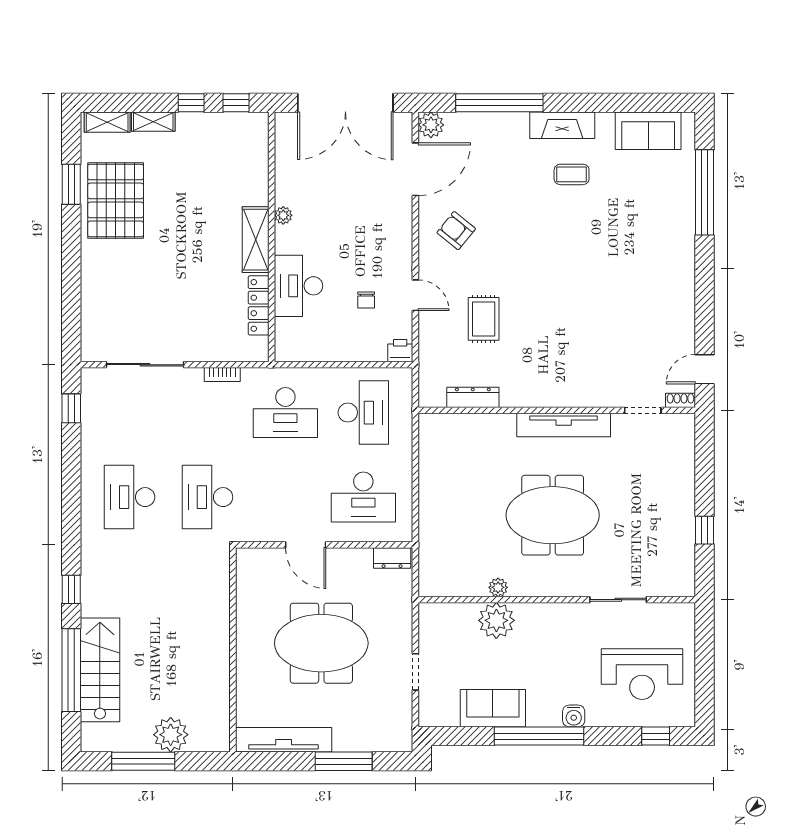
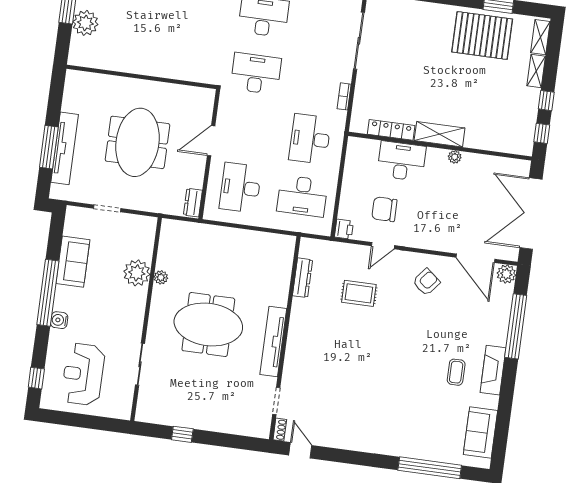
chair: (366, 300) -> (384, 209), width x1.87, depth x1.87
meeting table: (553, 515) -> (208, 324), turned 90
tv unit: (284, 740) -> (65, 148), moved

